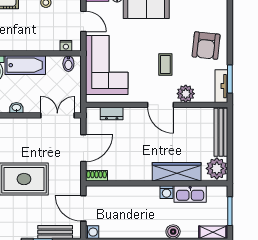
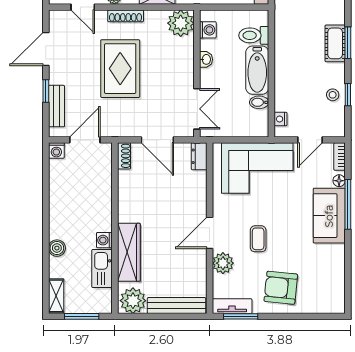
bidet: (68, 64) -> (259, 102), moved
coffee table: (165, 64) -> (258, 239), turned 90
dresser: (112, 113) -> (199, 156), moved

